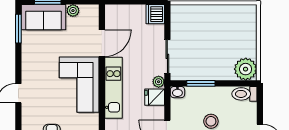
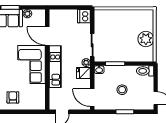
door: (102, 43) -> (47, 36), swing flipped
plant: (246, 69) -> (146, 39), moved

